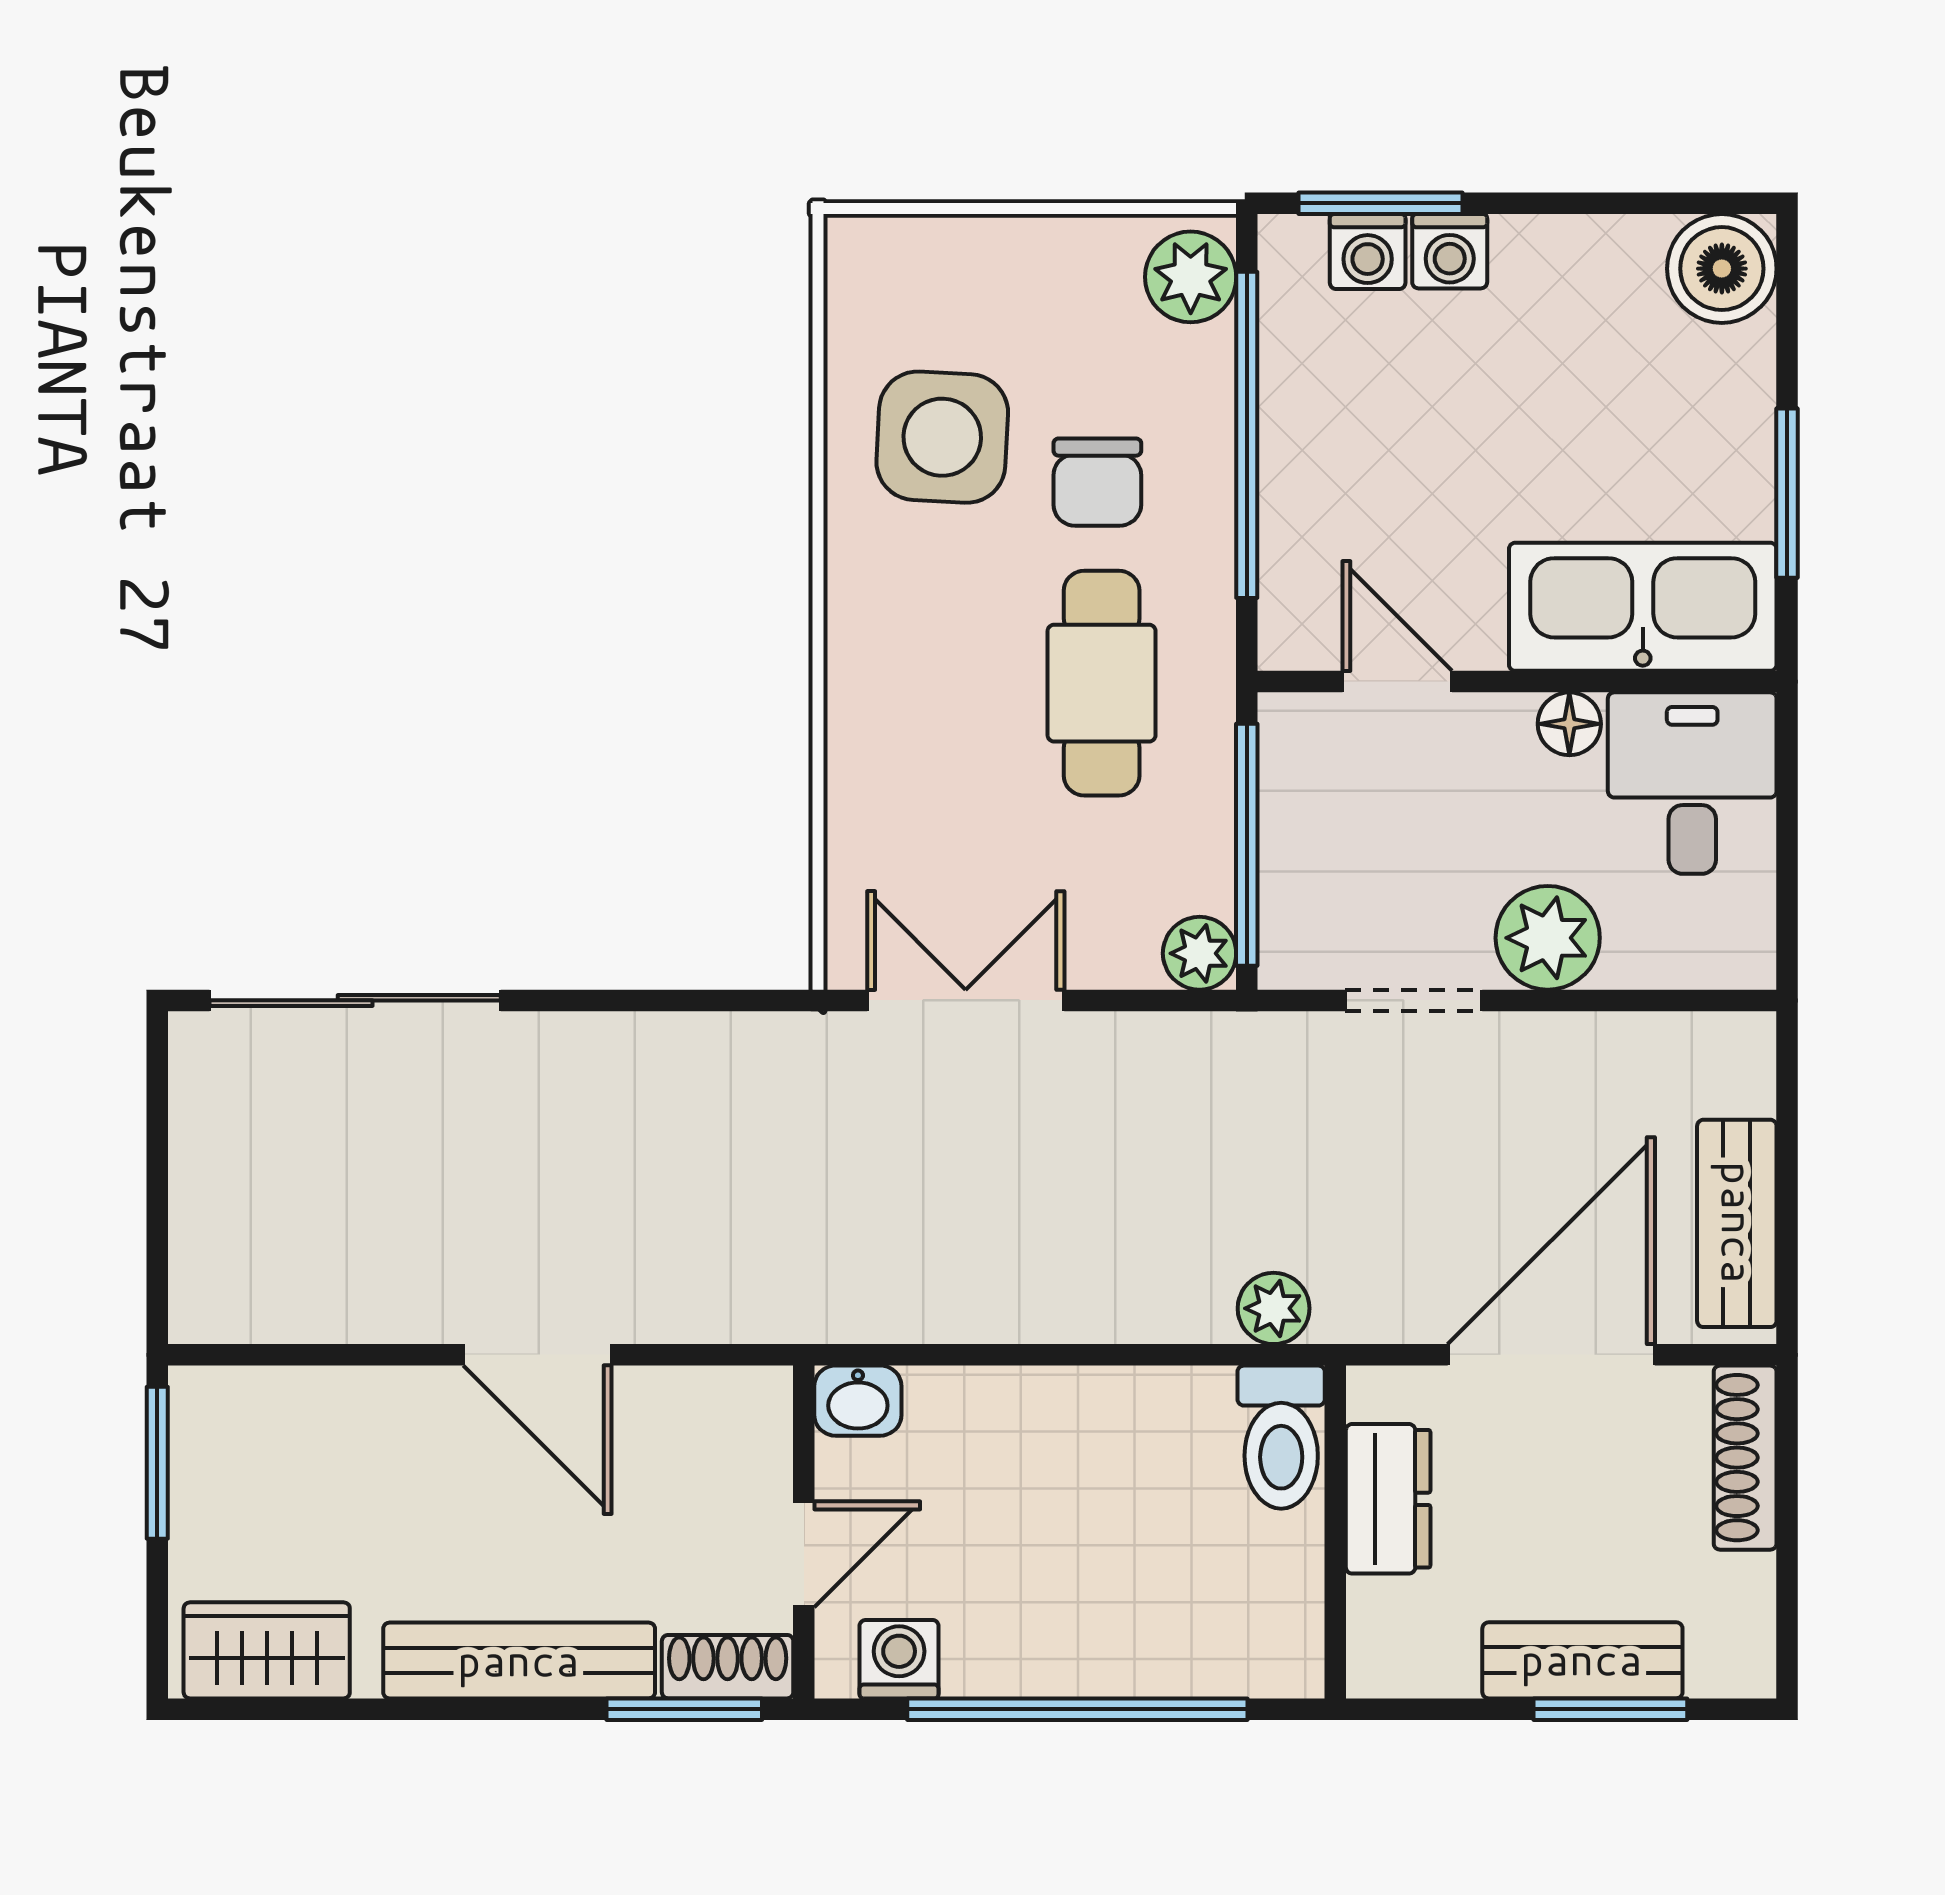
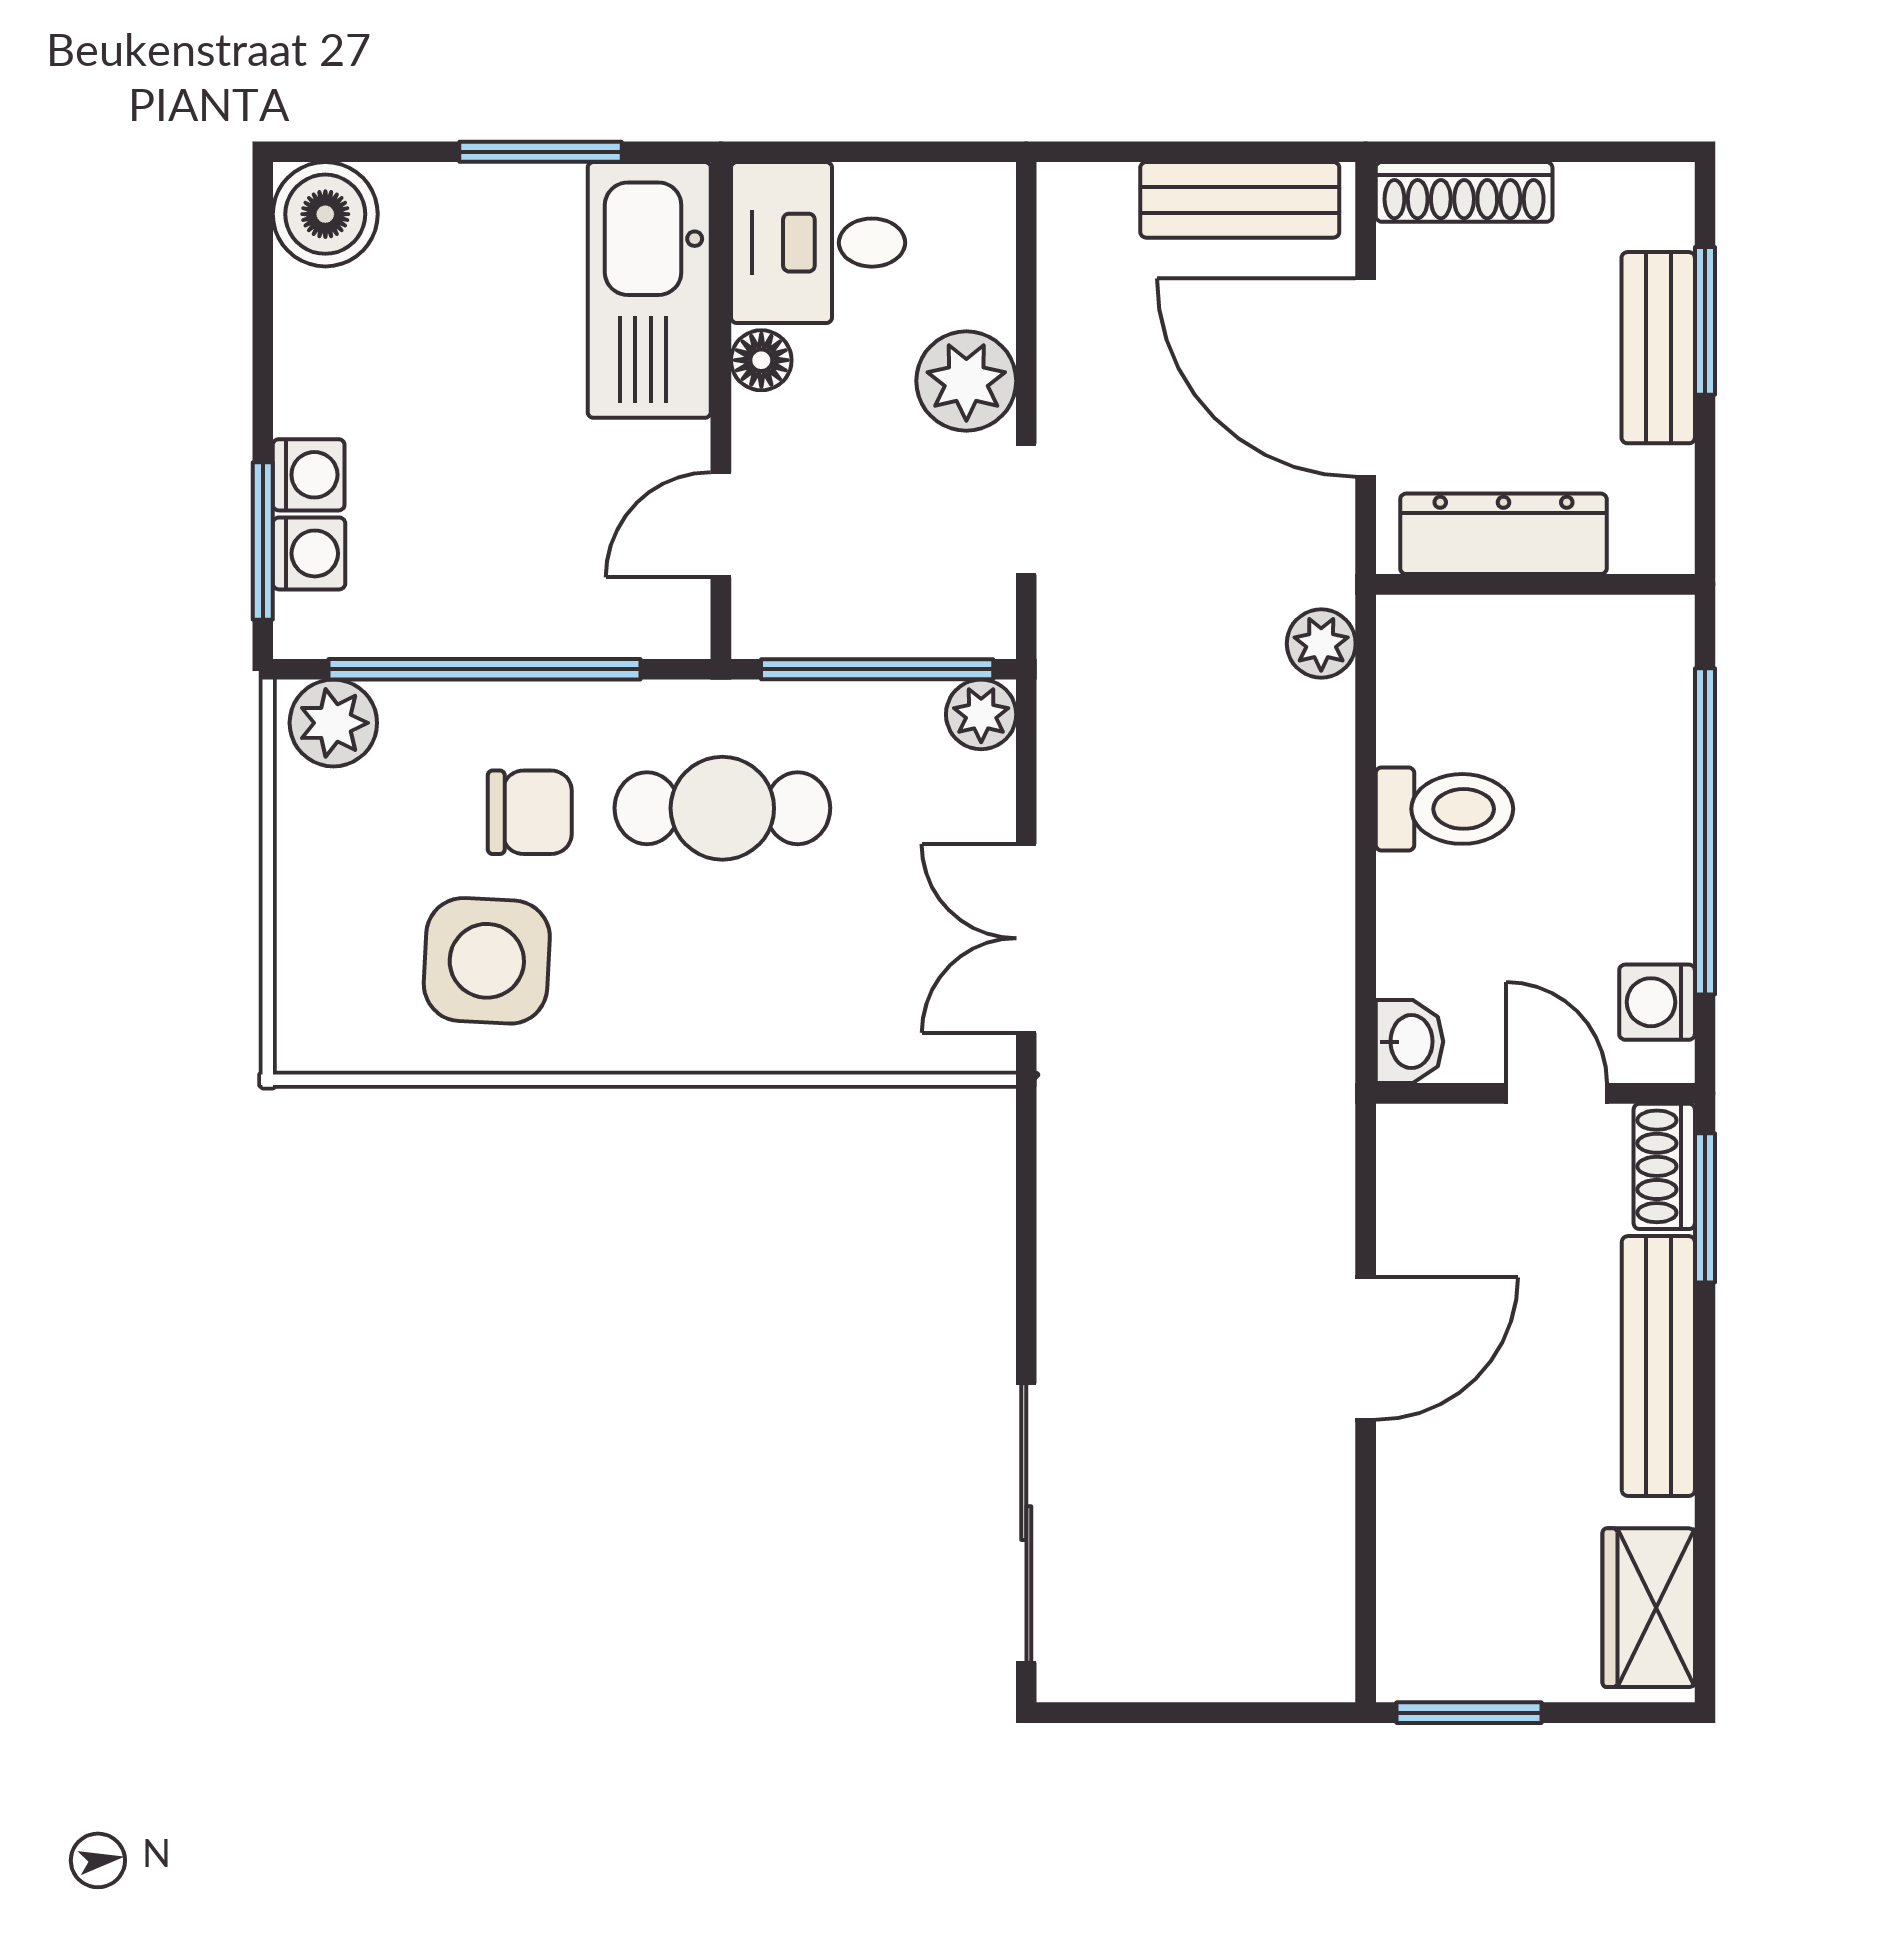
toilet: (1281, 1437) -> (1444, 809), moved
dresser: (1388, 1499) -> (1503, 534), width x1.44

